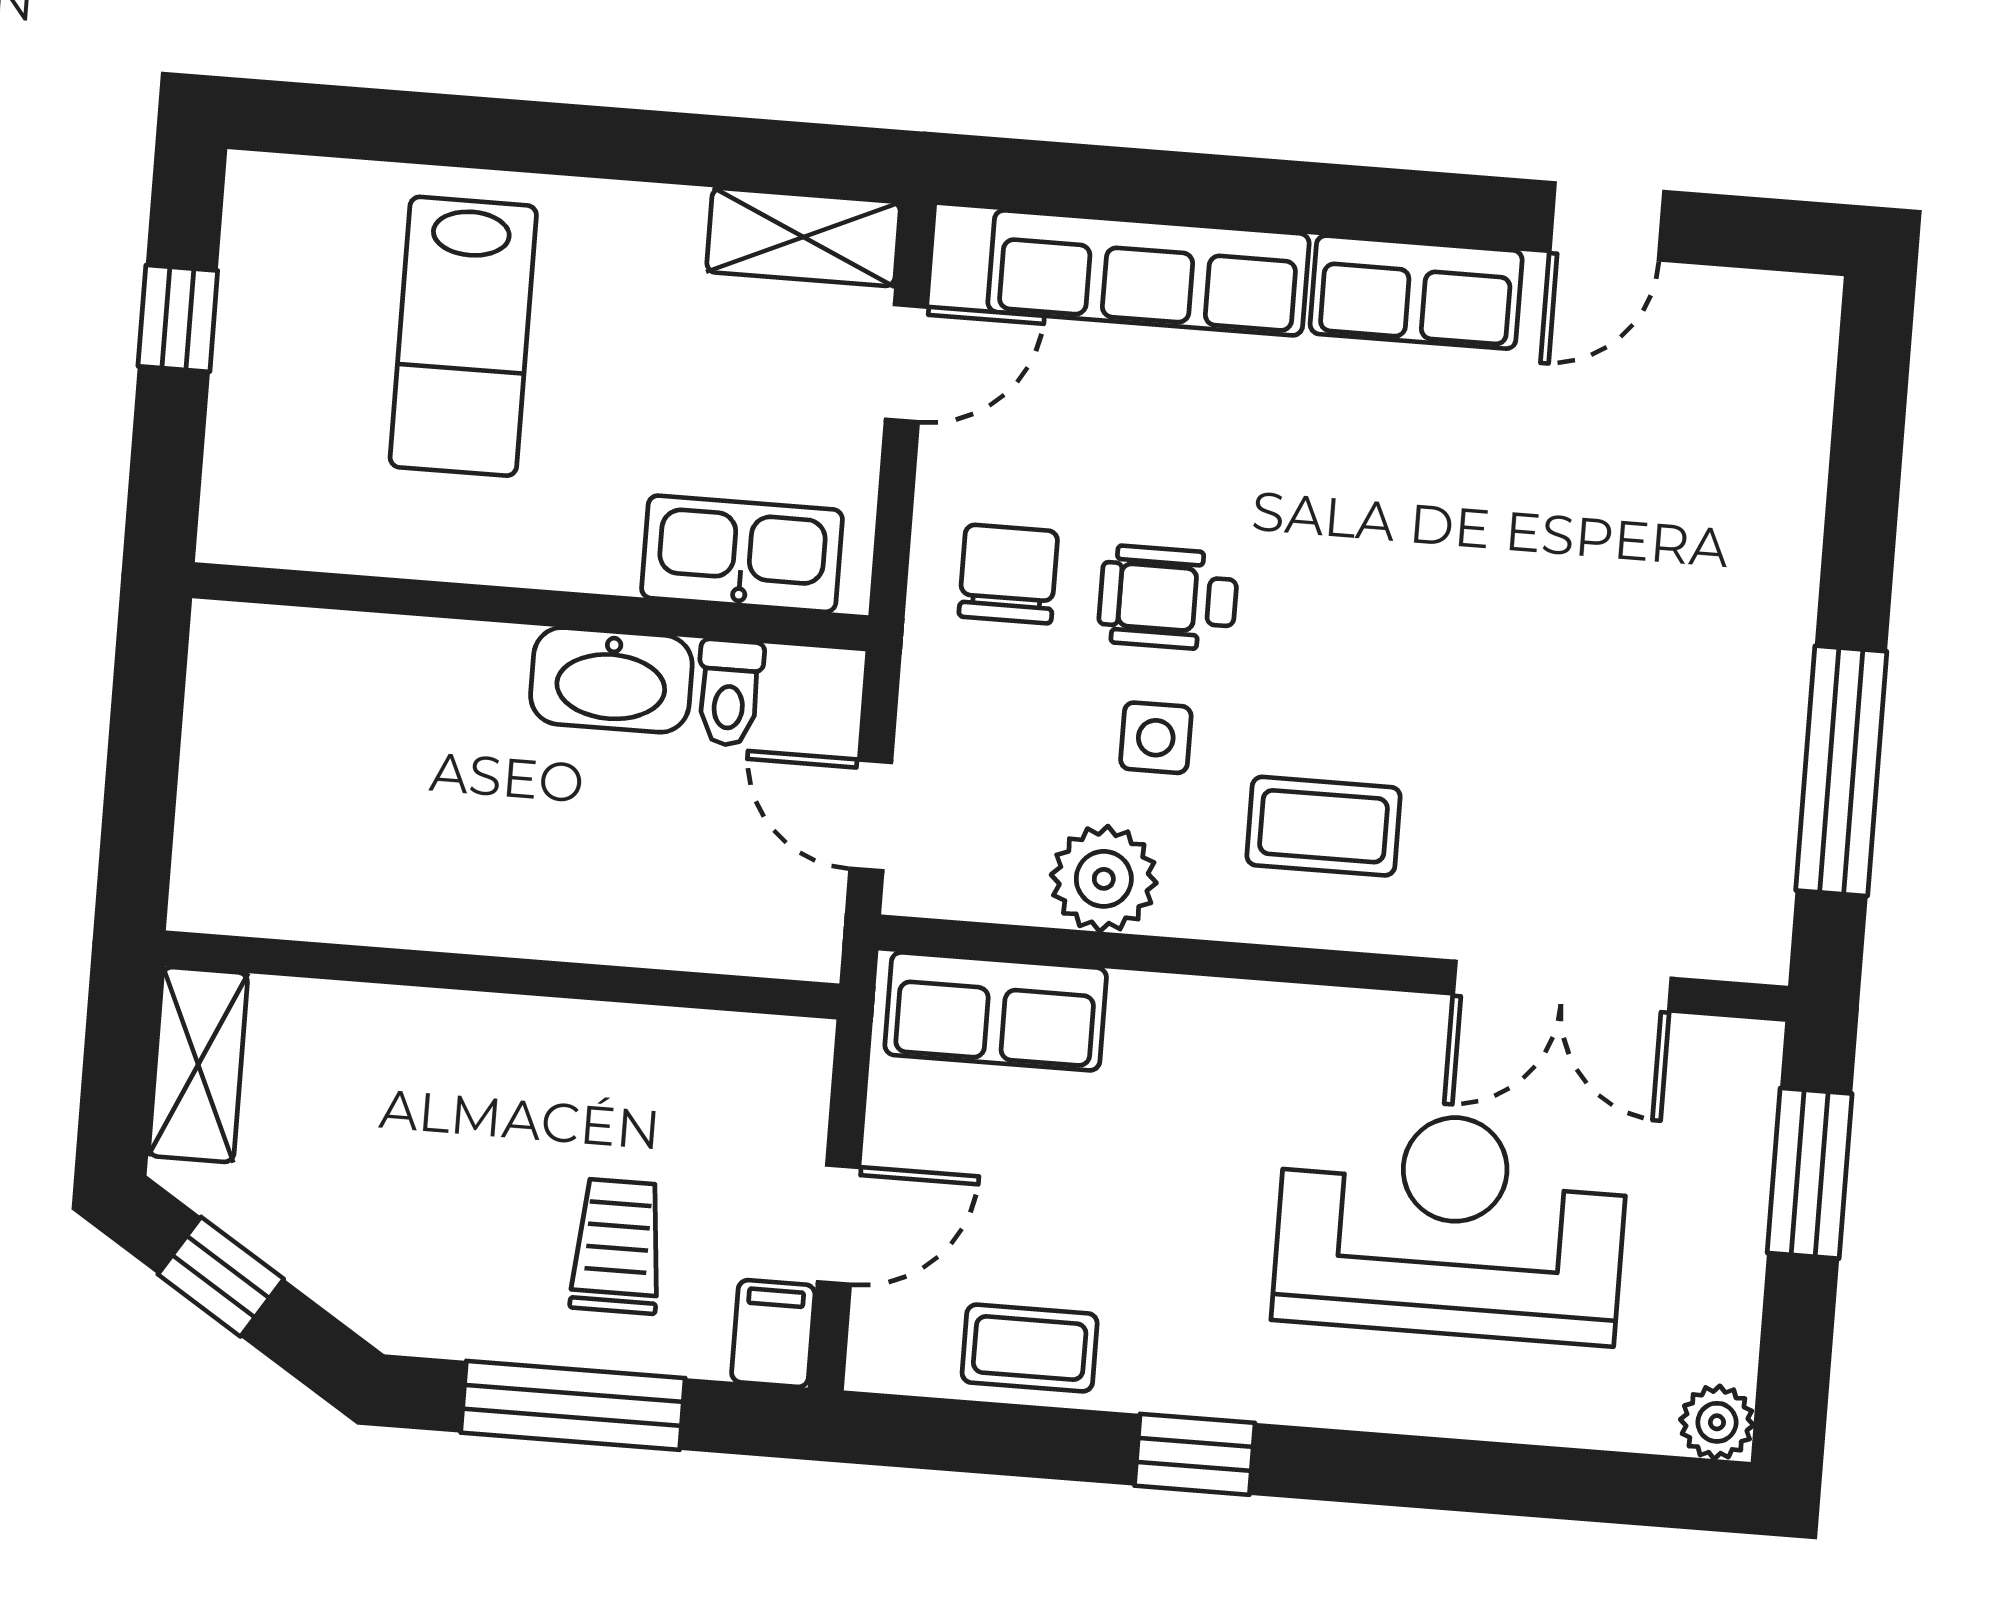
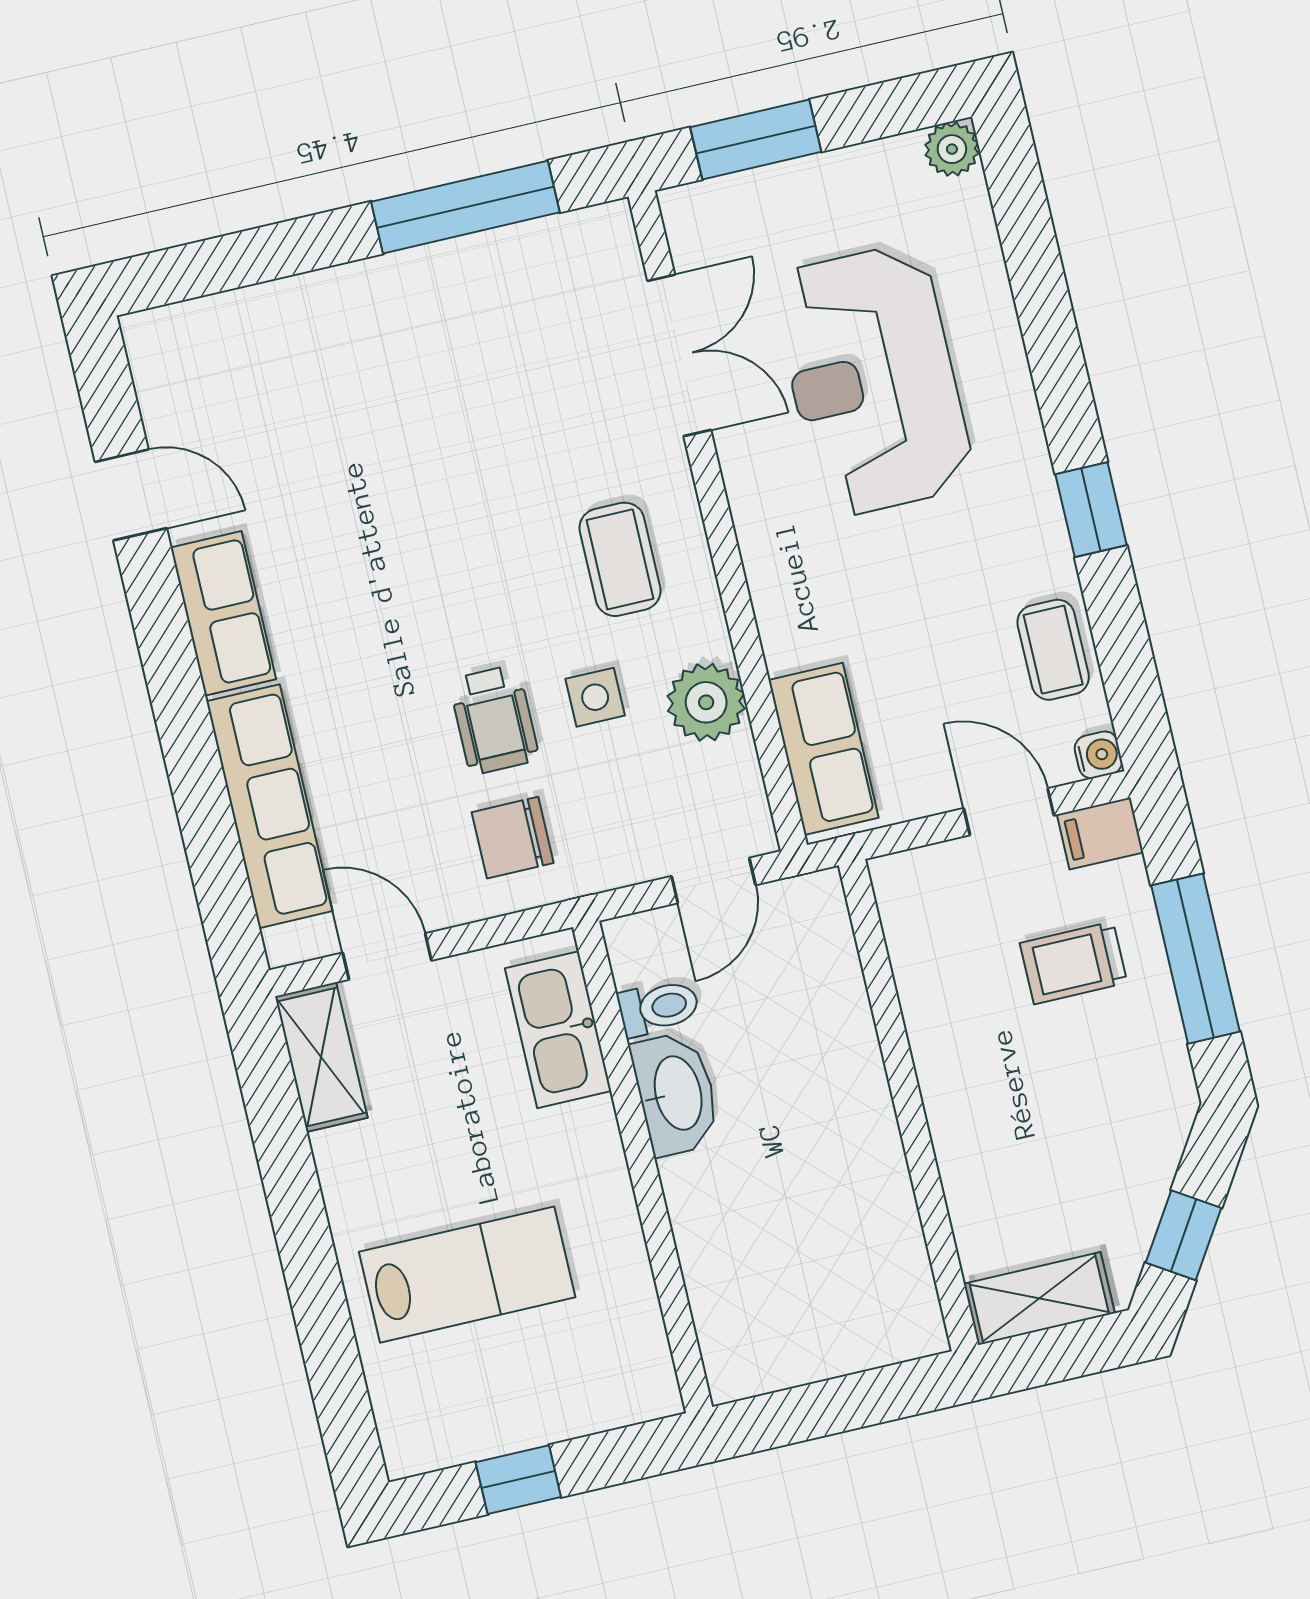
water cooler: (875, 1363) -> (1098, 755), added

